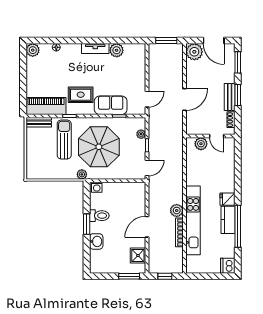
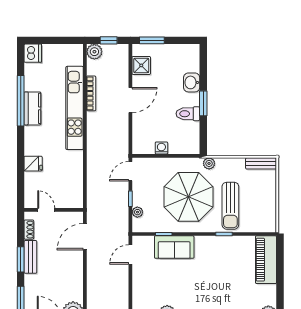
rug: (81, 95) -> (210, 260), removed
door: (185, 100) -> (85, 237), moved
piano: (46, 106) -> (266, 260), moved, turned 90
bench: (39, 122) -> (261, 163), moved
plant: (201, 144) -> (65, 201), removed
washing machine: (97, 187) -> (161, 148), moved
fridge: (227, 199) -> (33, 164), moved
plant: (177, 210) -> (94, 52), moved

